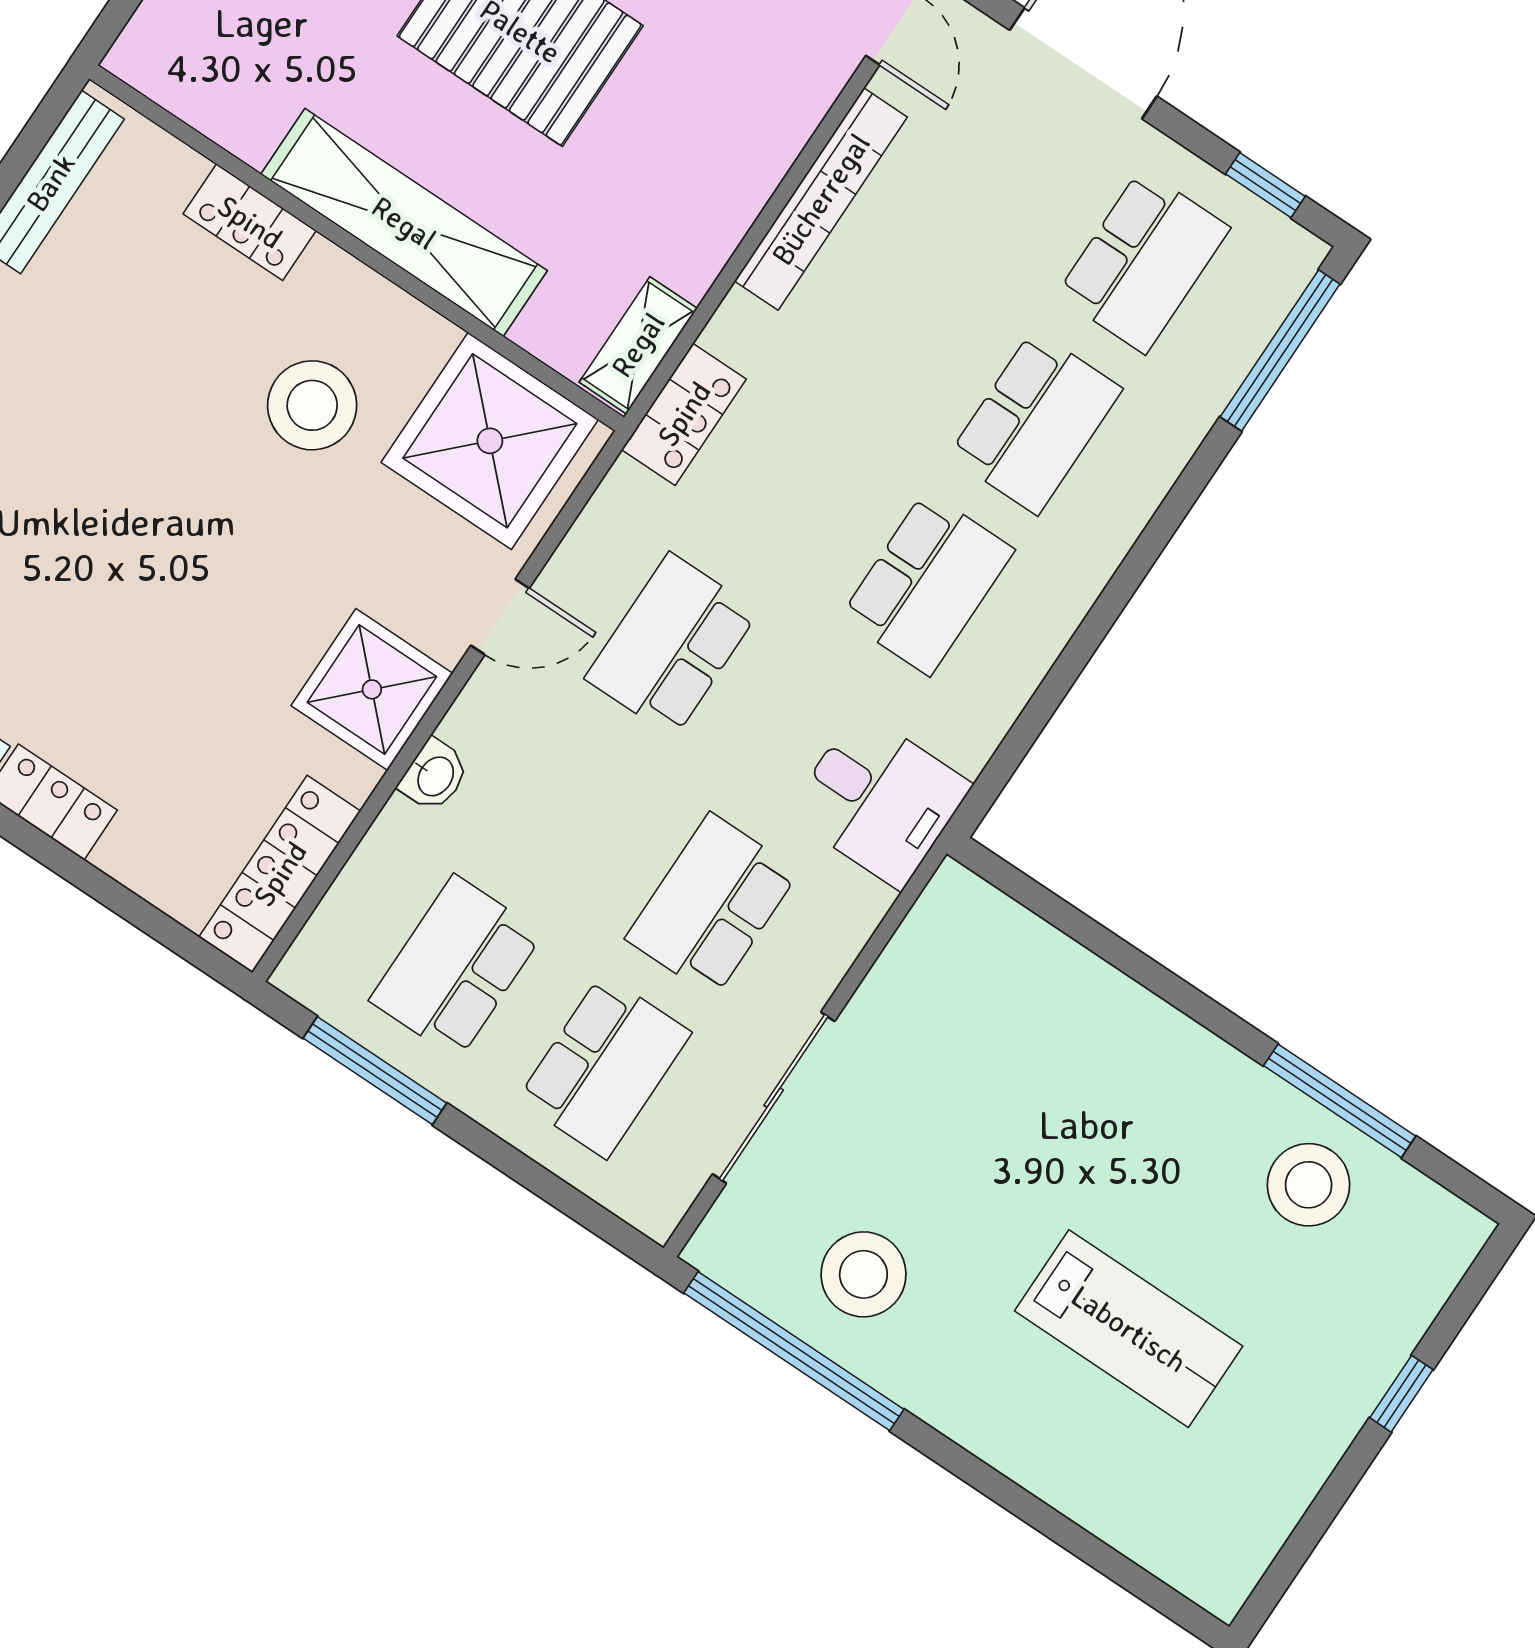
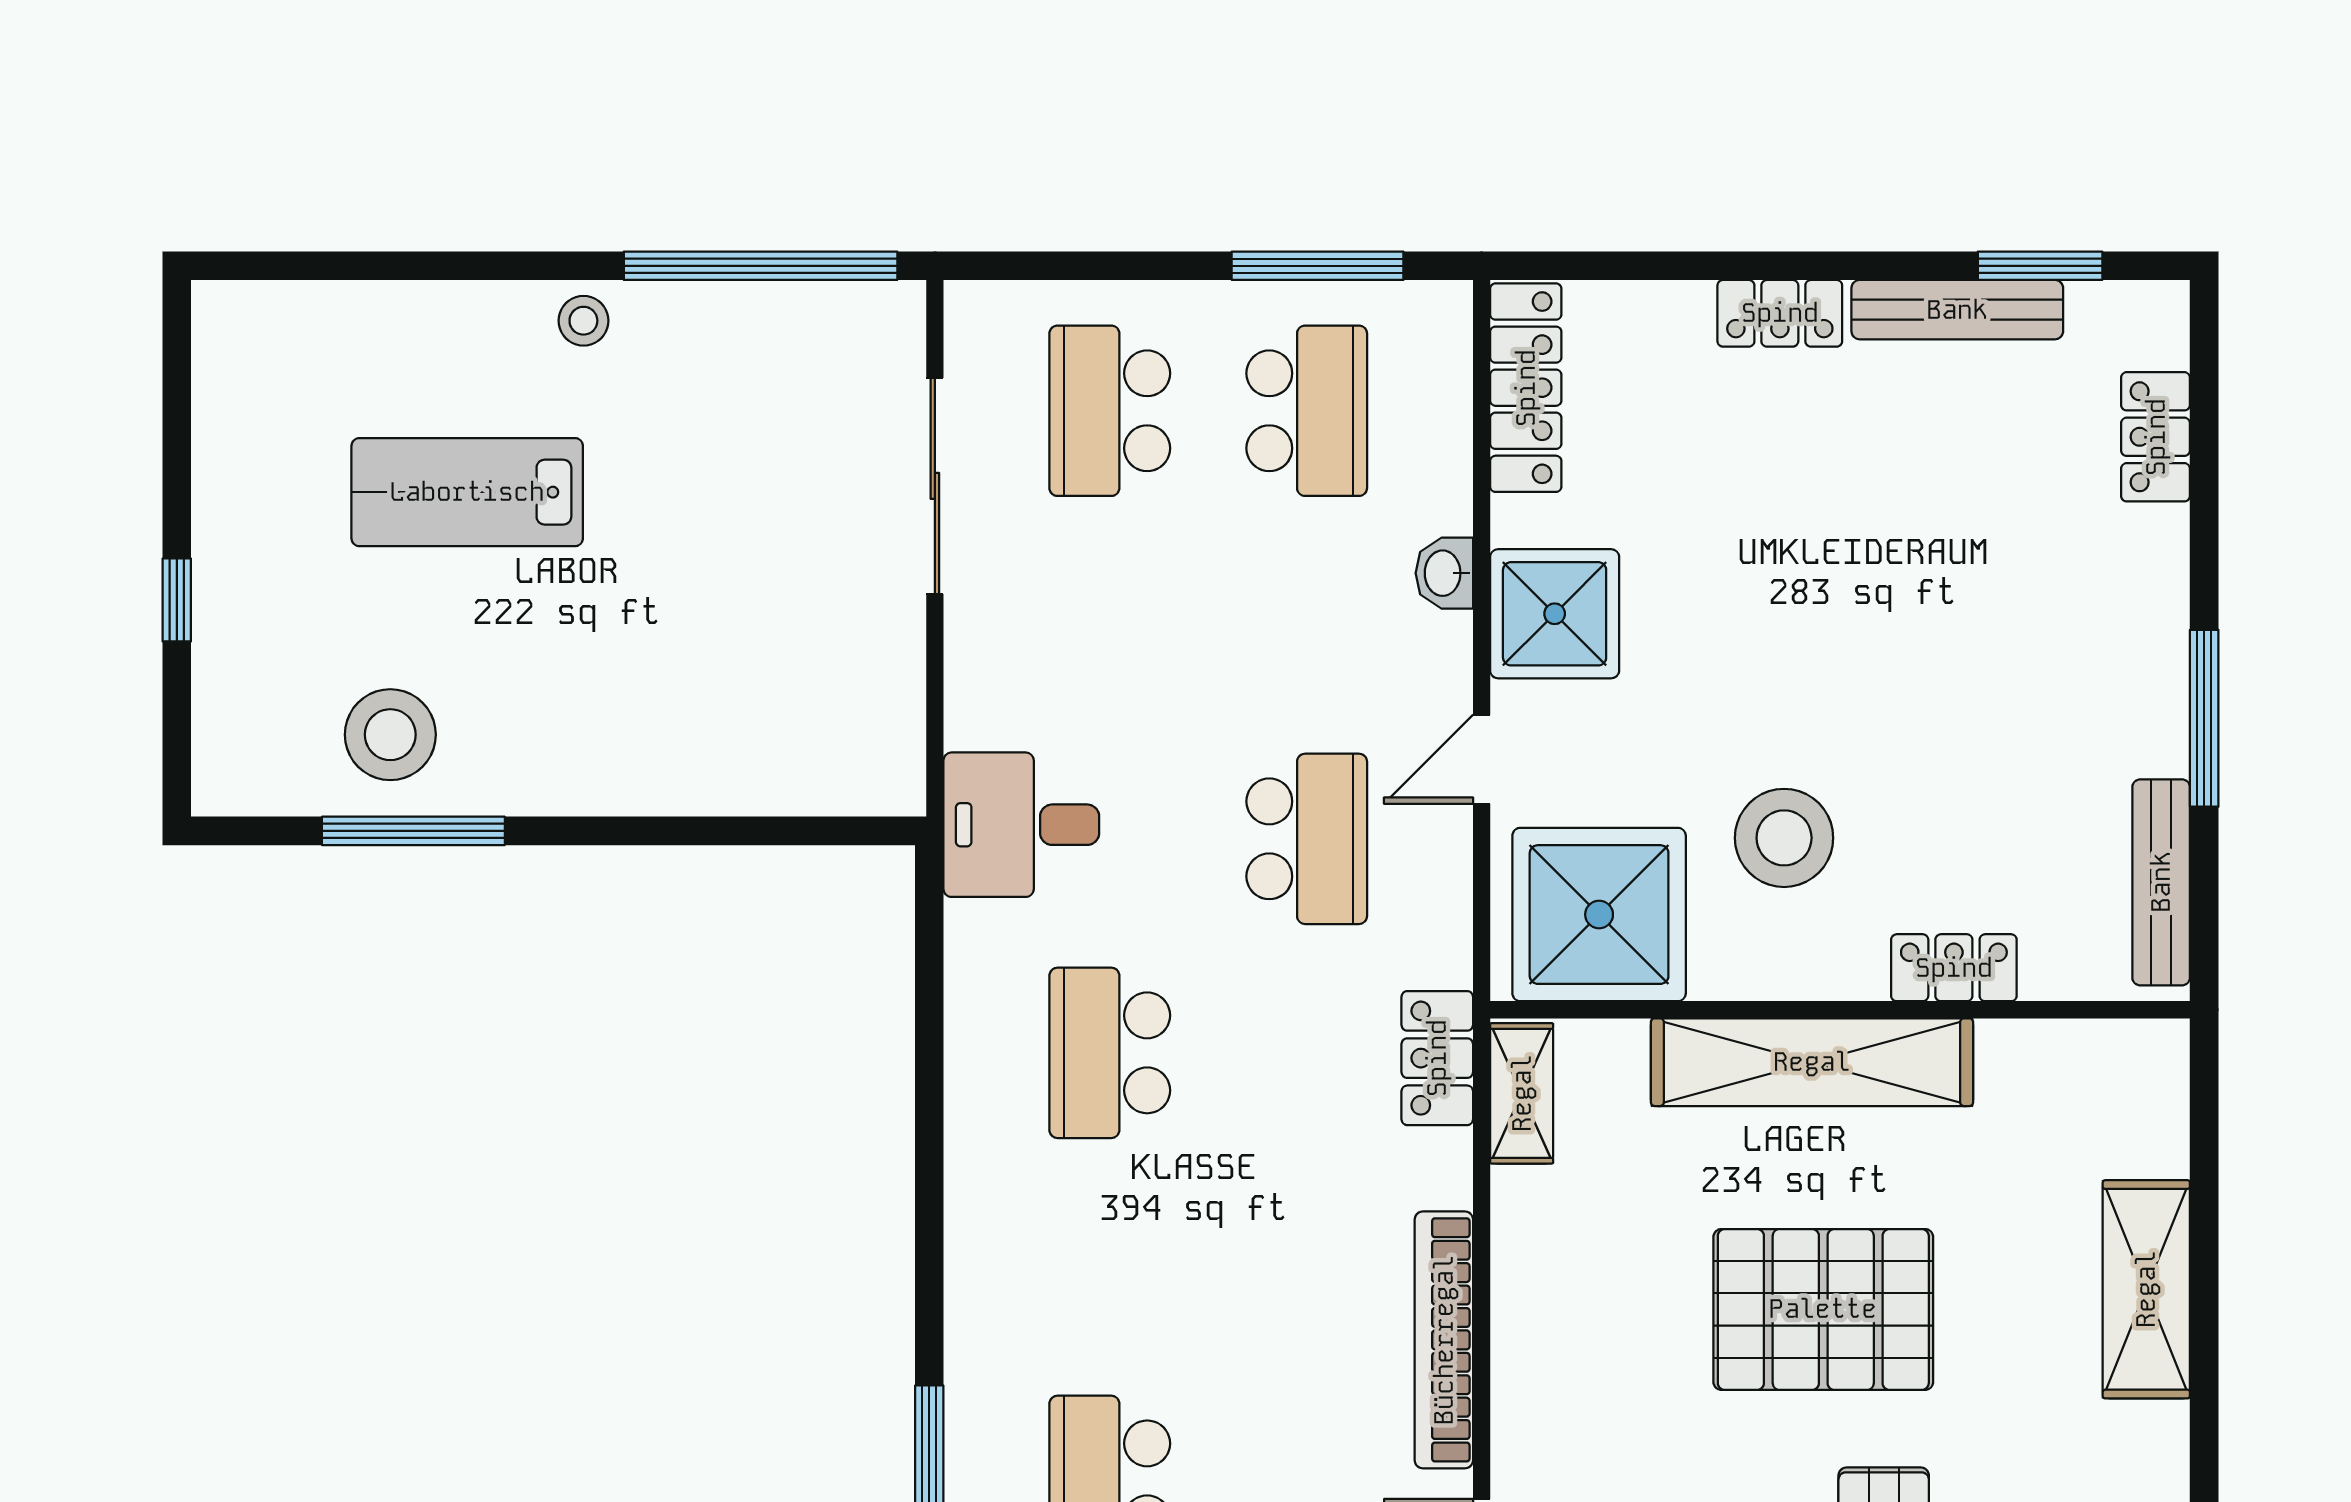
school desk: (1035, 422) -> (1110, 1267), removed
school desk: (712, 905) -> (1110, 625), removed
stool: (863, 1274) -> (583, 321), moved, width x0.53, depth x0.53

